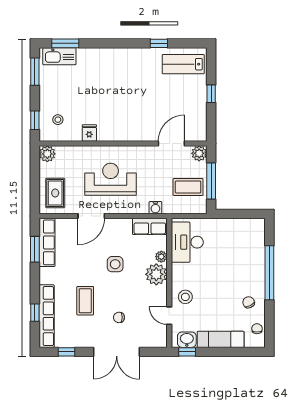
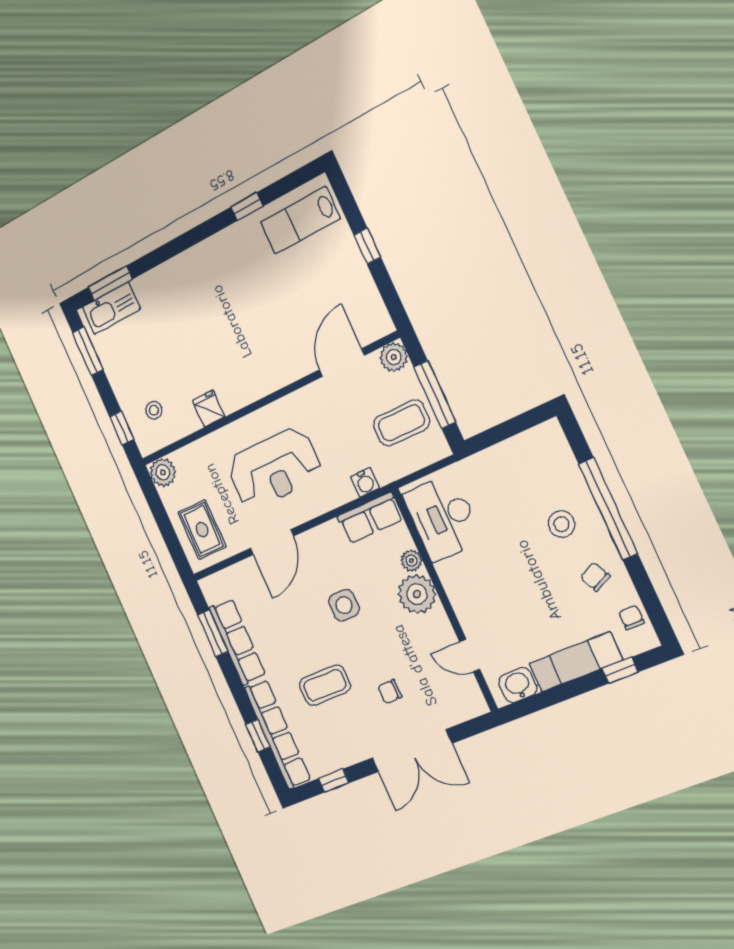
reception desk: (111, 179) -> (274, 468), turned 180
row of seats: (47, 242) -> (237, 642), moved
stool: (185, 297) -> (561, 524), moved
coffee table: (85, 301) -> (325, 685), turned 90
window: (187, 352) -> (620, 670), moved

